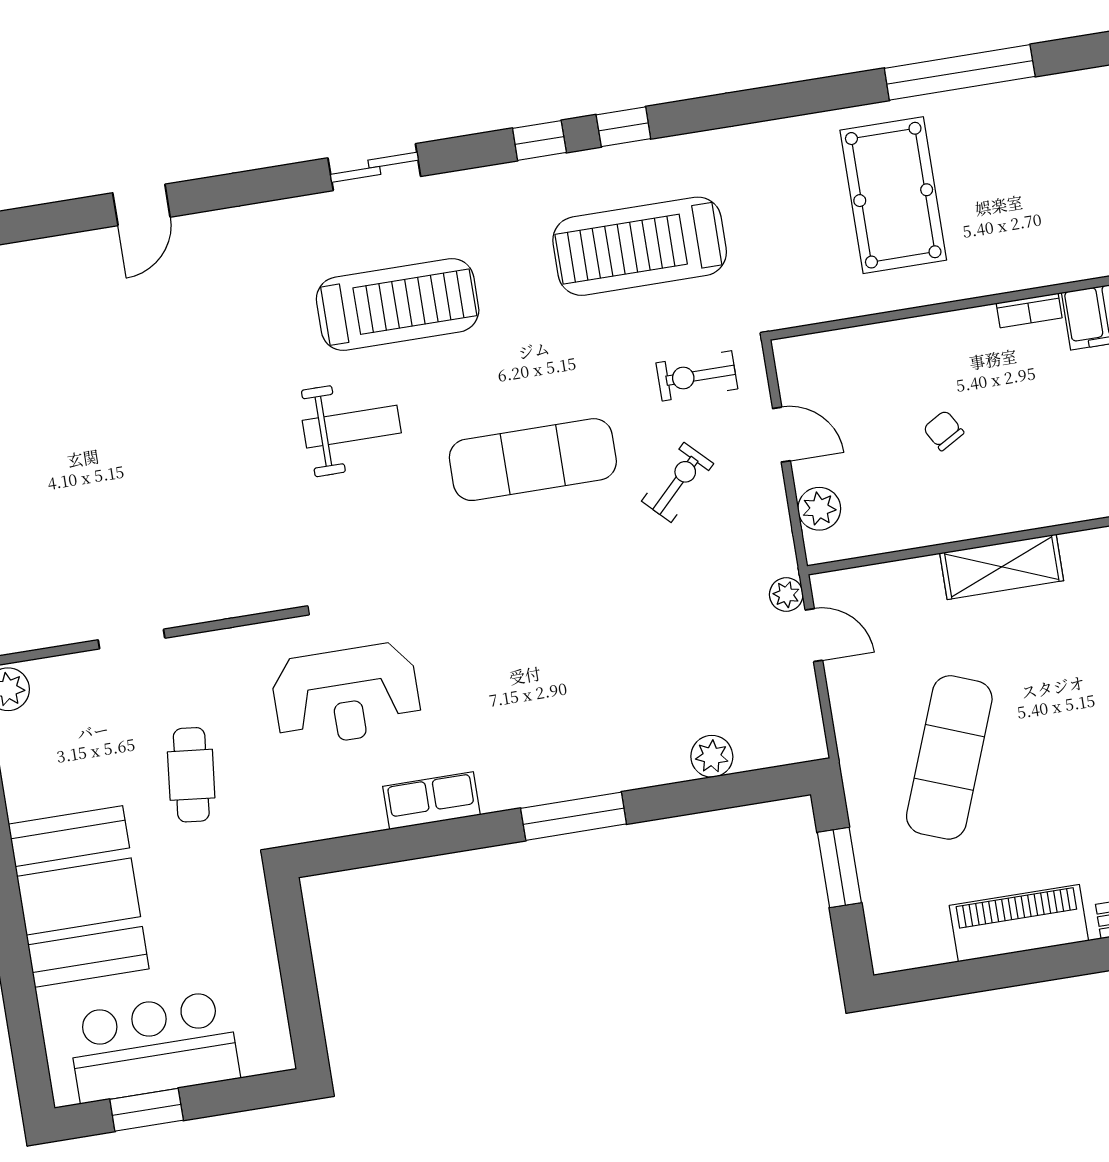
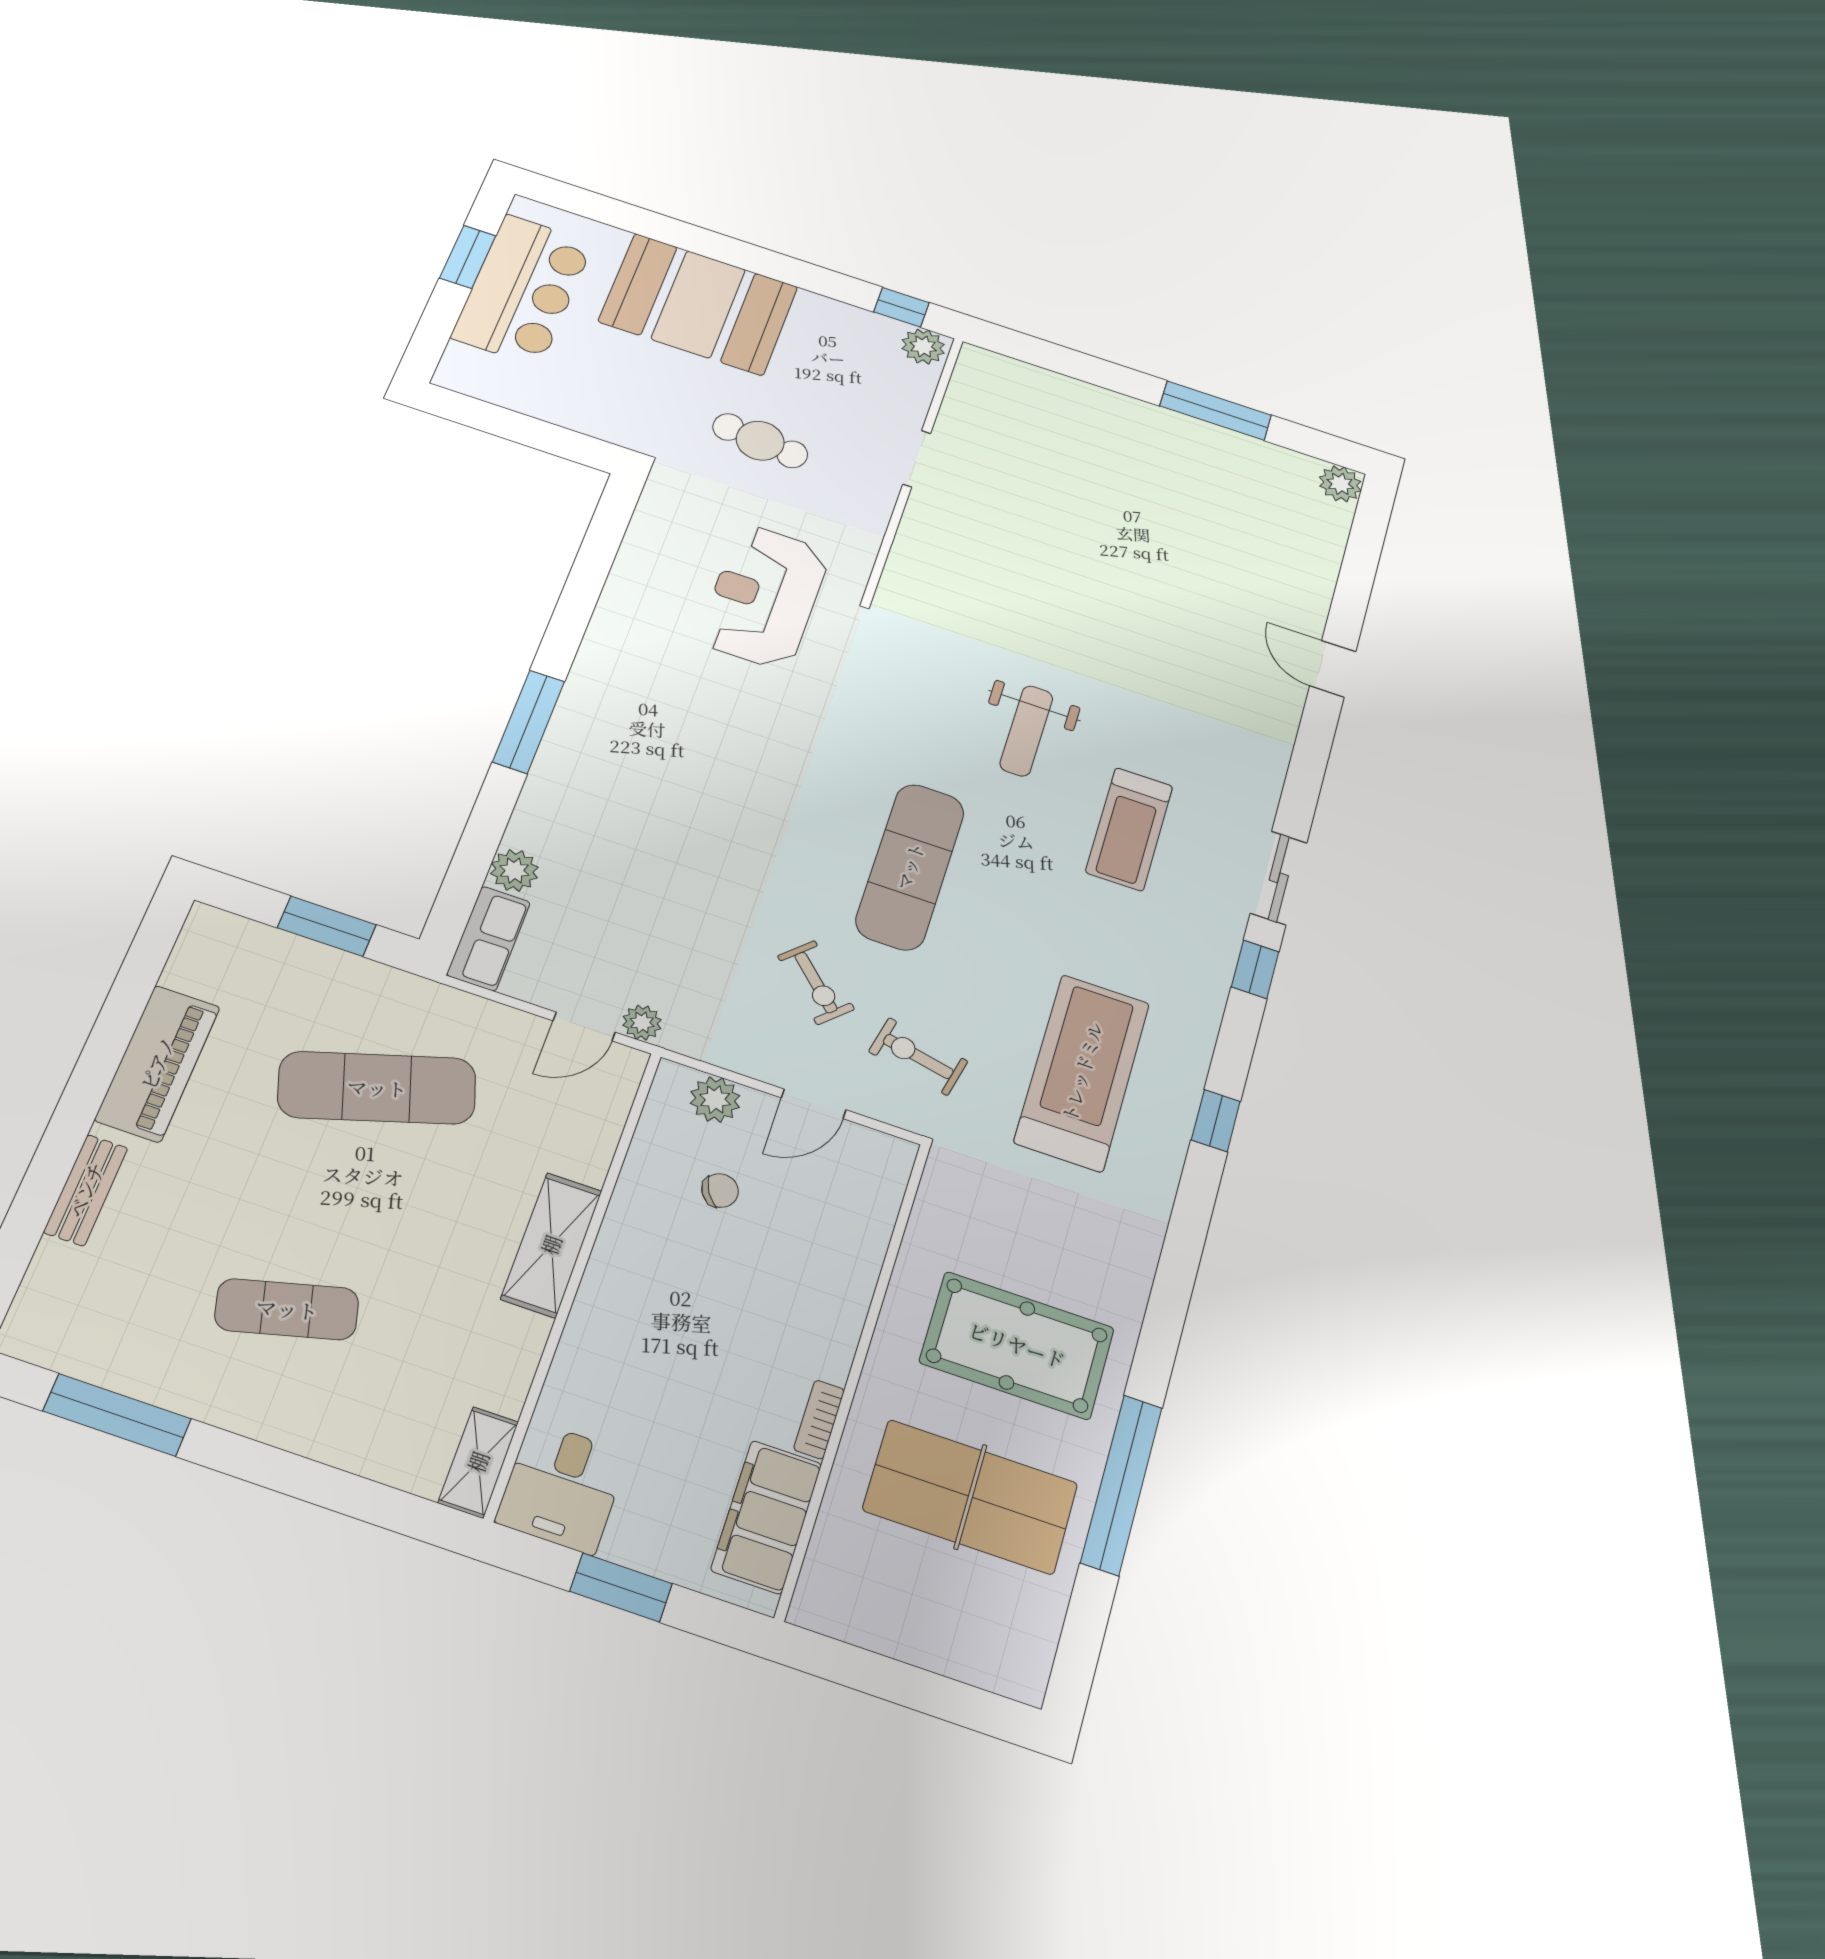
window: (539, 140) -> (1255, 969), moved
table tennis table: (1028, 176) -> (970, 1497), added
treadmill: (398, 305) -> (1129, 829), width x0.73, depth x0.73
exercise bike: (697, 376) -> (918, 1056), turned -78
chair: (944, 431) -> (720, 1191), moved
exercise mat: (949, 757) -> (377, 1088), turned -39
row of seats: (431, 801) -> (489, 938), moved

